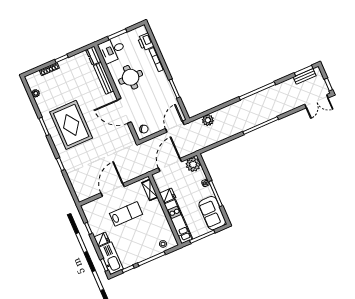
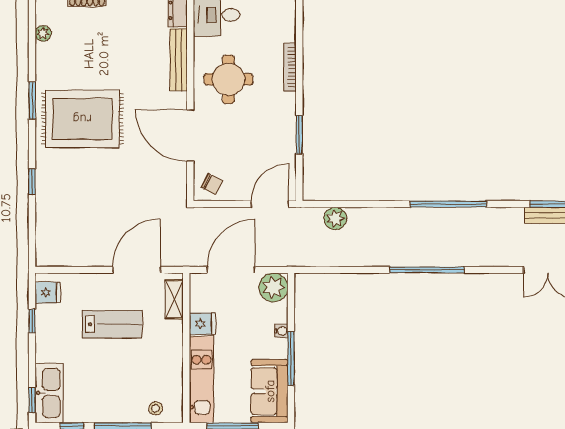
printer: (146, 42) -> (284, 27), removed
rug: (71, 125) -> (82, 119), turned 90
door: (113, 190) -> (137, 270), moved
fridge: (102, 239) -> (48, 293), moved

